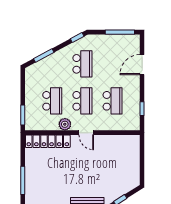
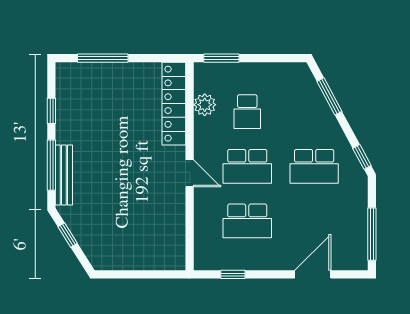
door: (142, 65) -> (313, 274), hinge flipped
school desk: (52, 101) -> (247, 112), width x0.54
plant: (65, 124) -> (205, 105), moved
door: (86, 133) -> (190, 173), swing flipped

